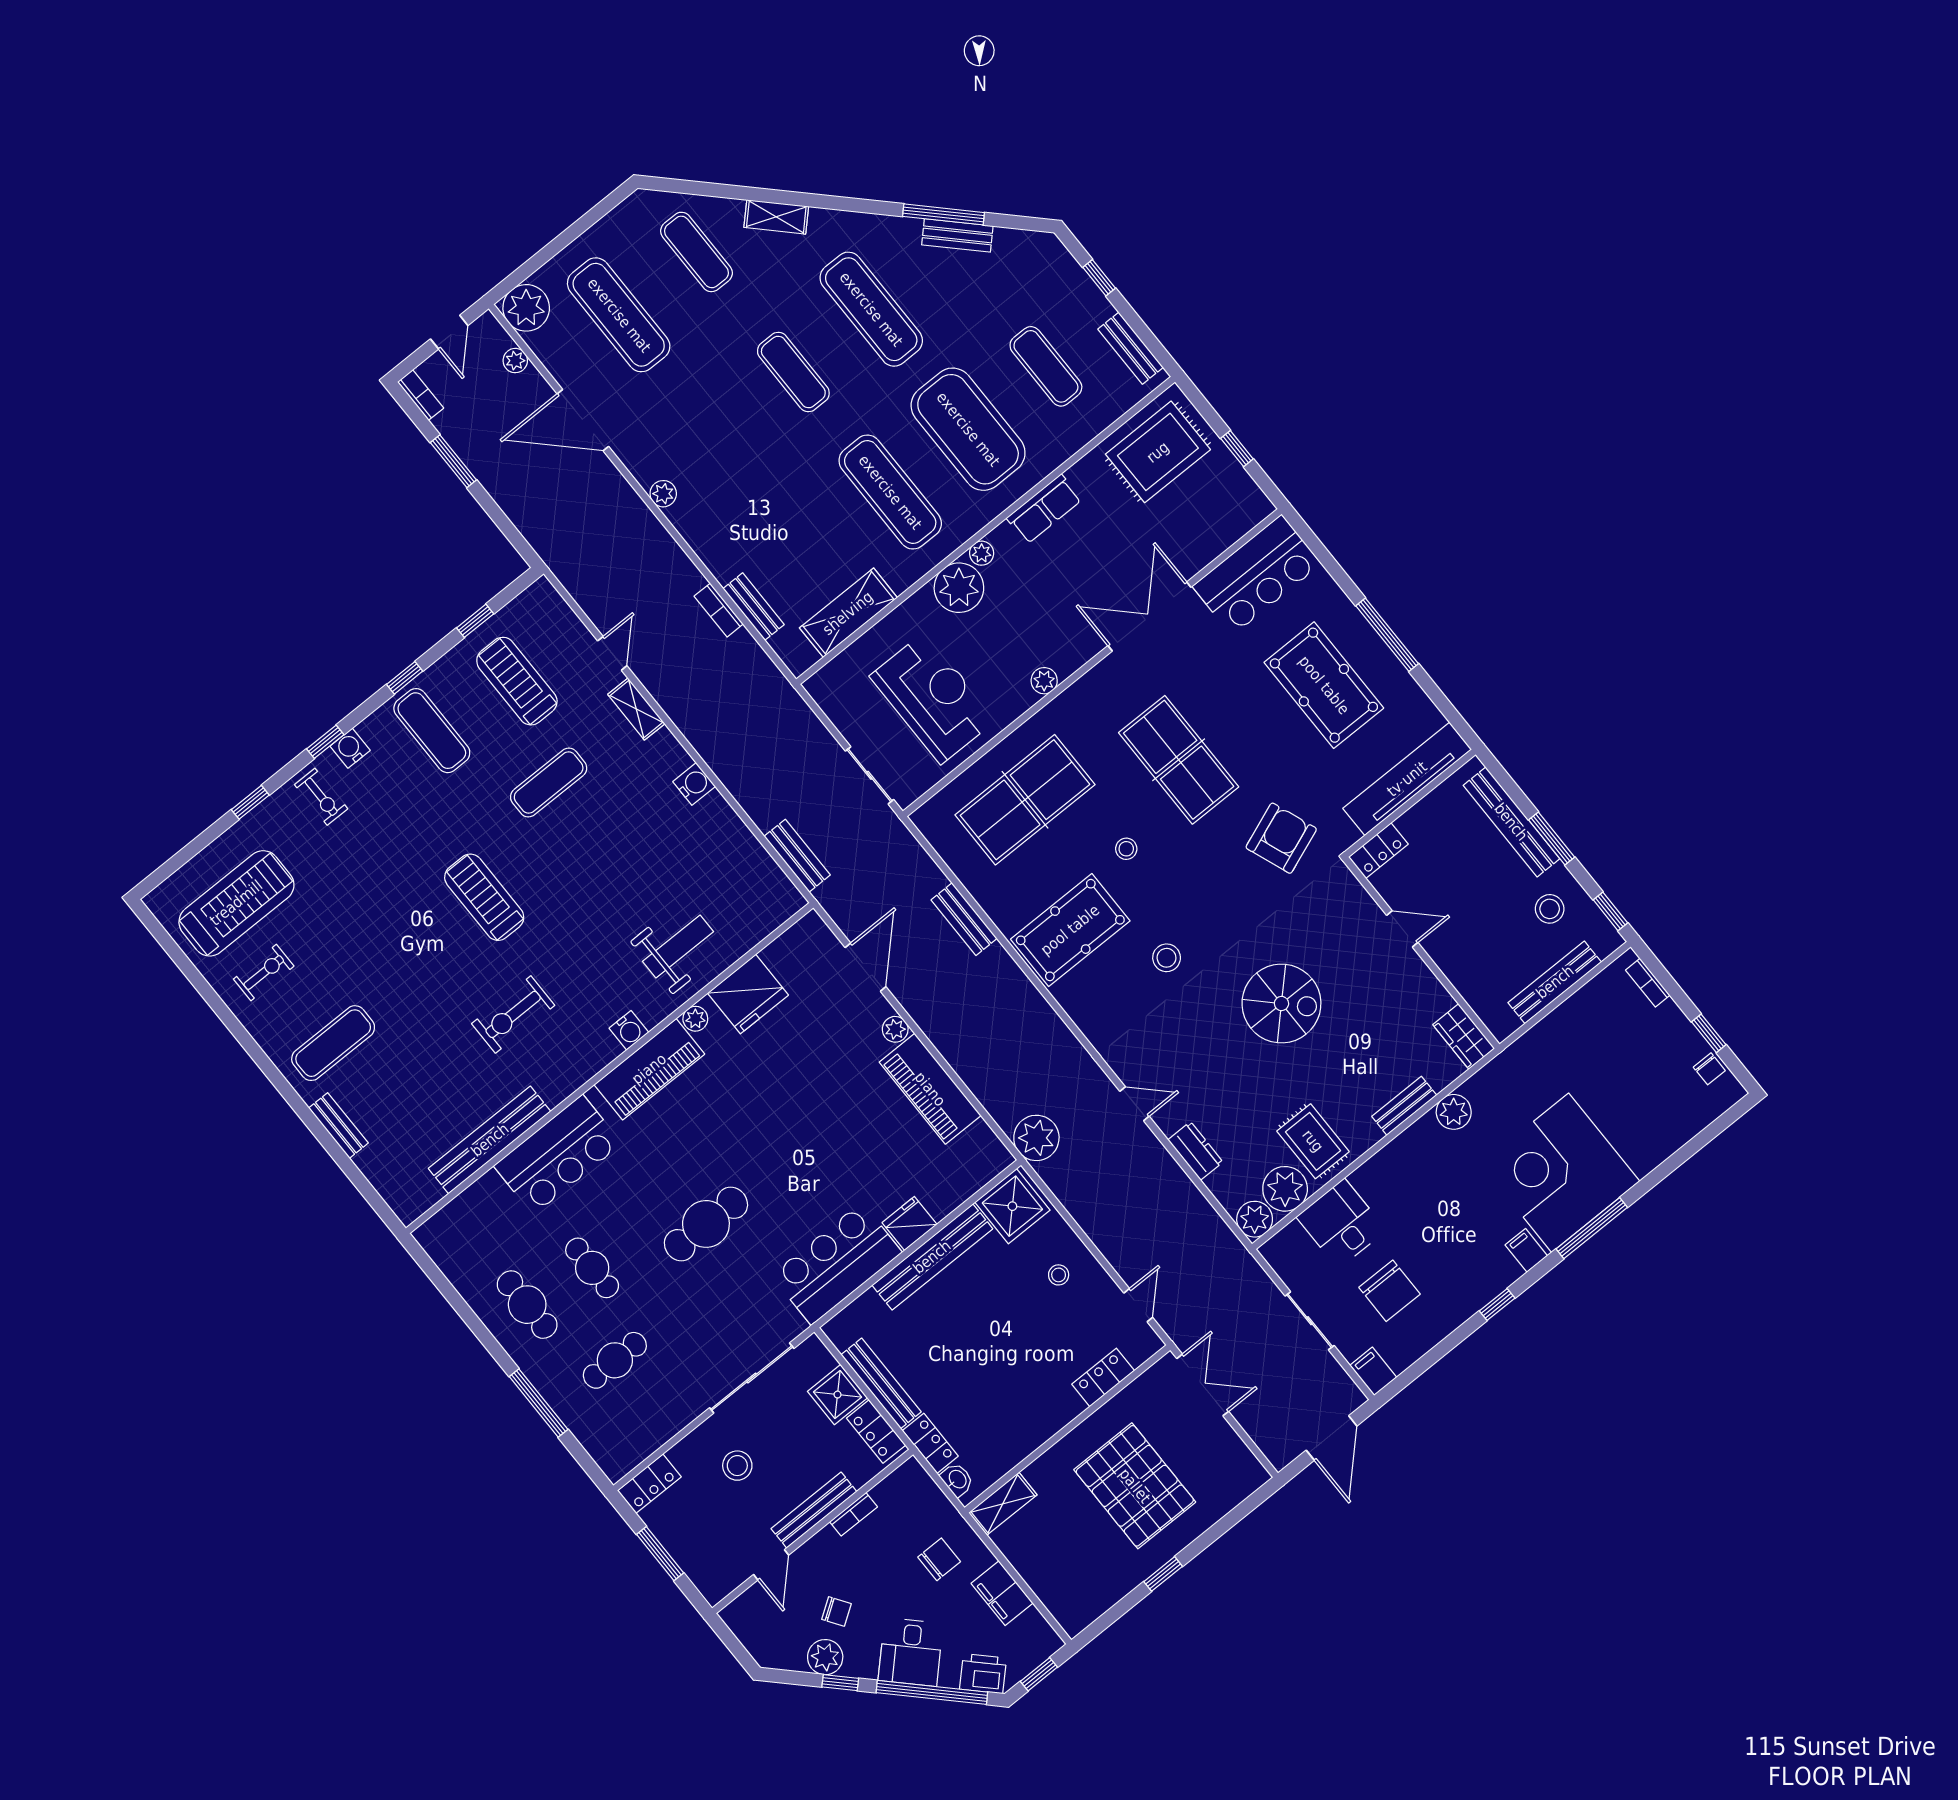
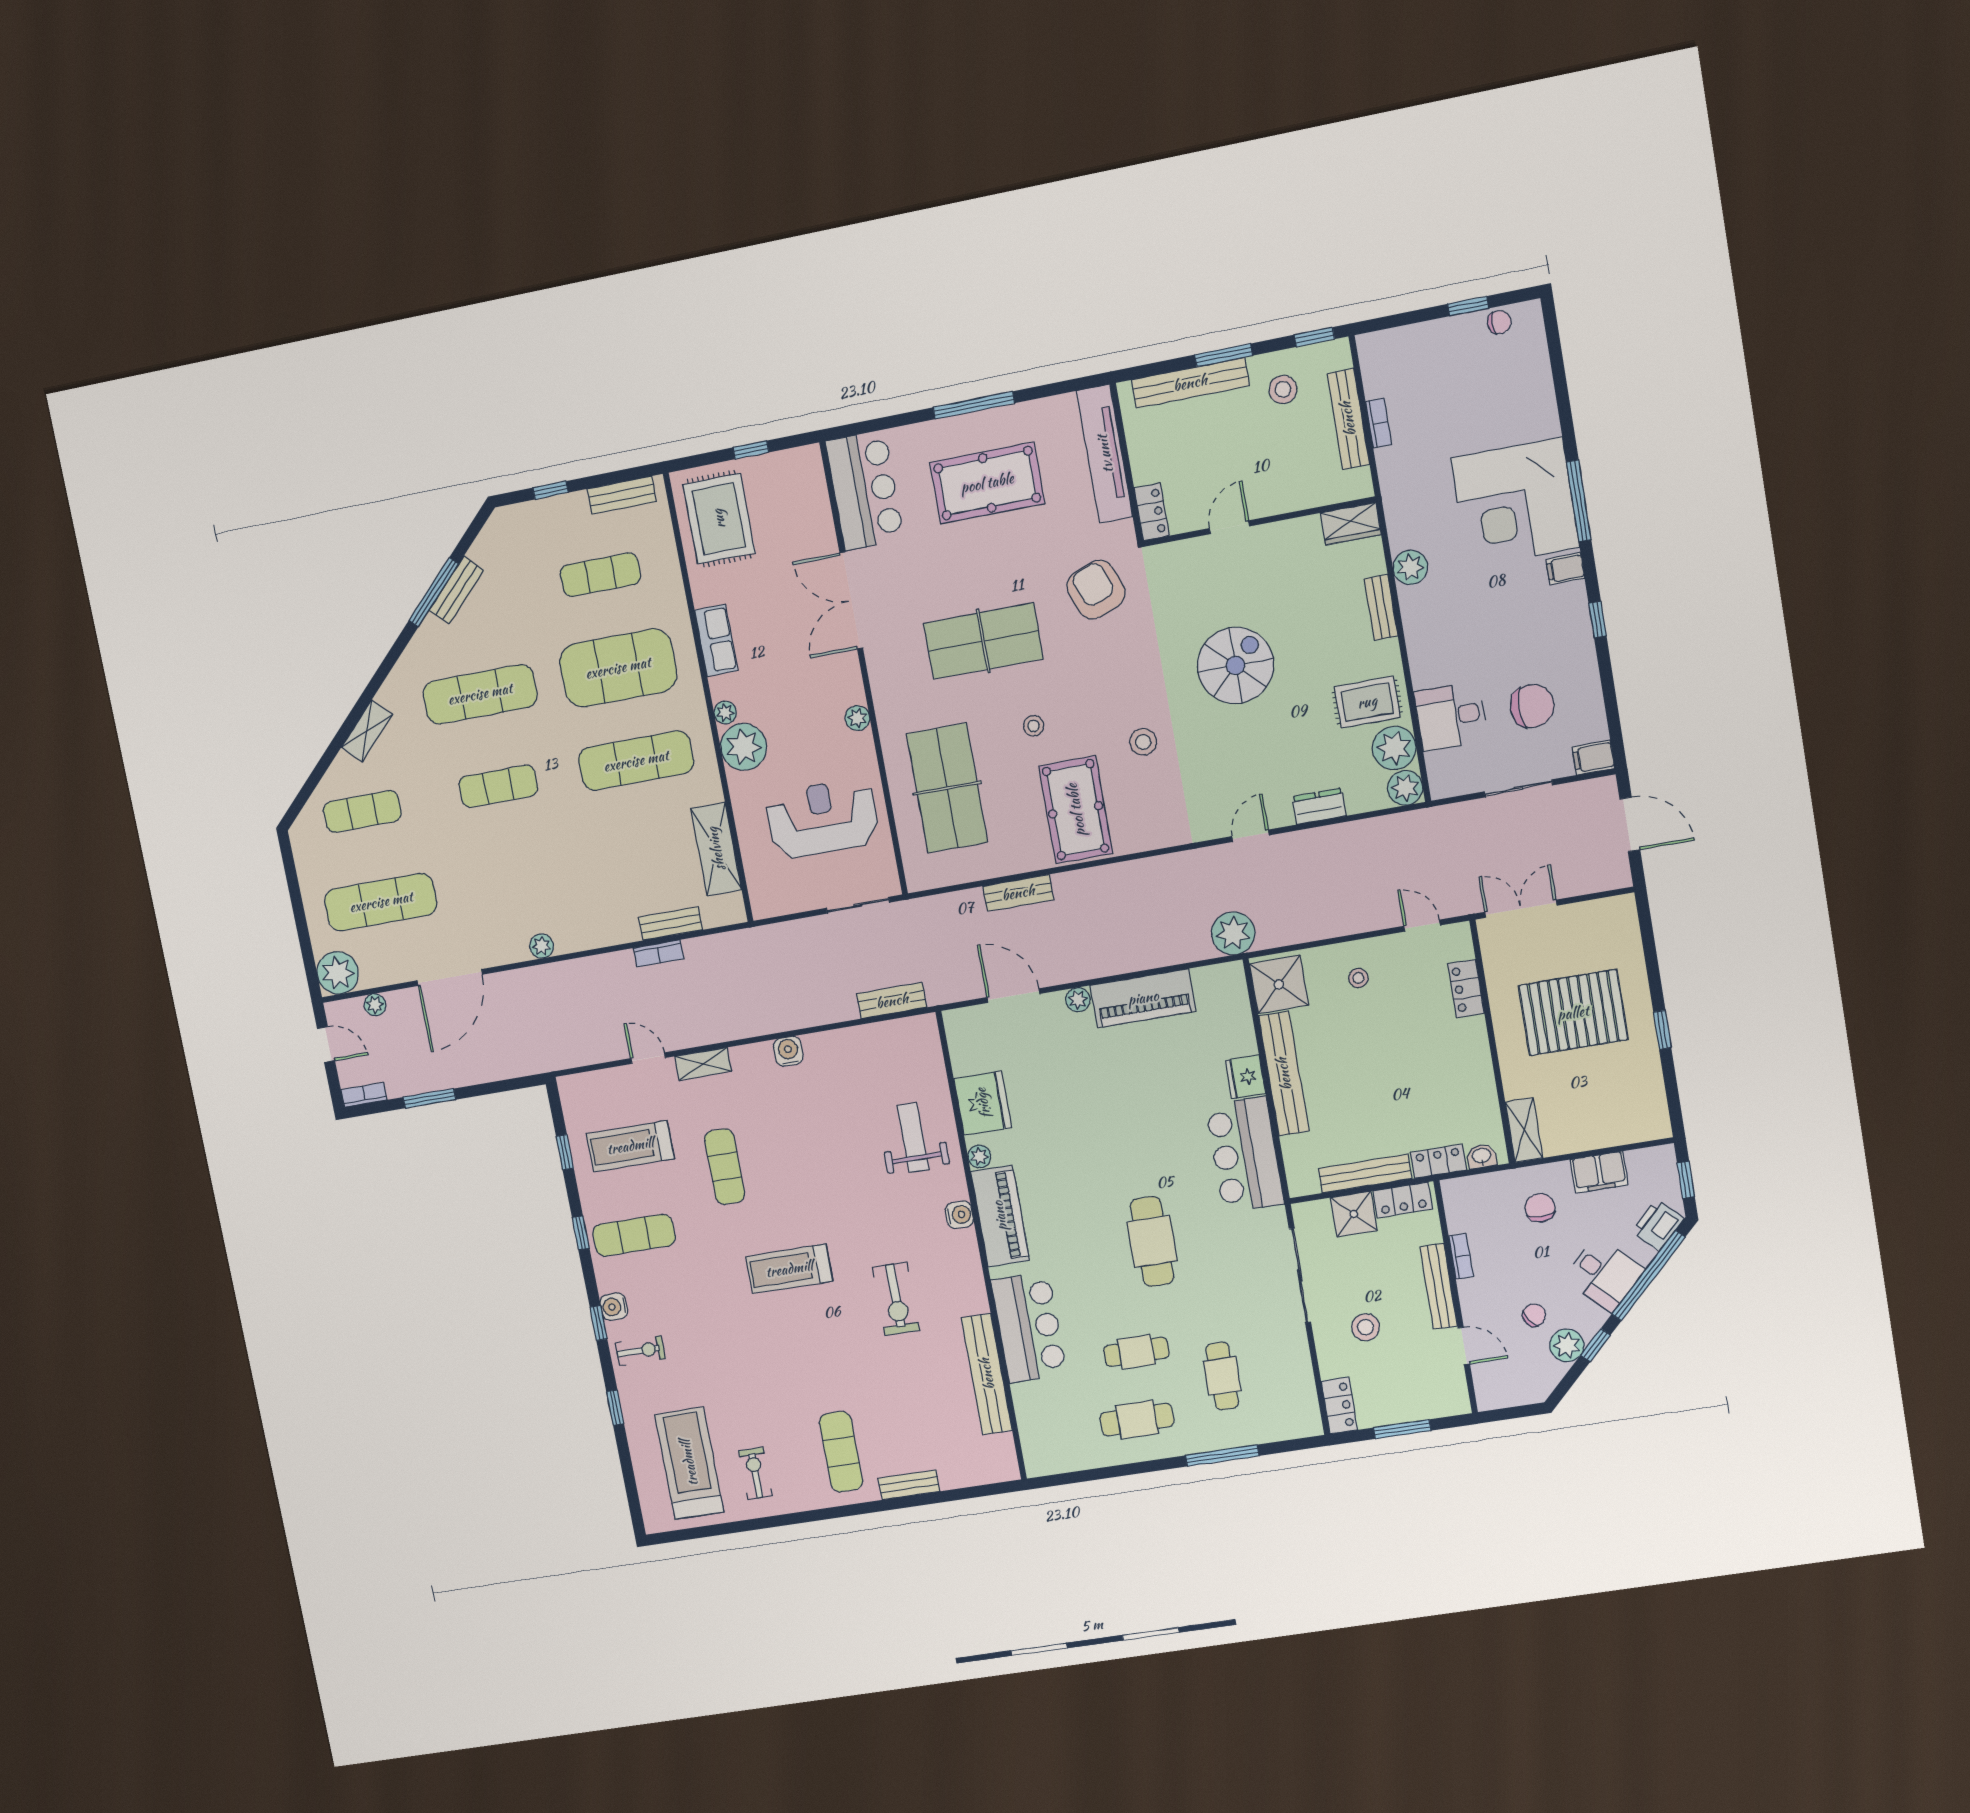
bookcase: (1648, 983) -> (1379, 423), moved, turned -90

